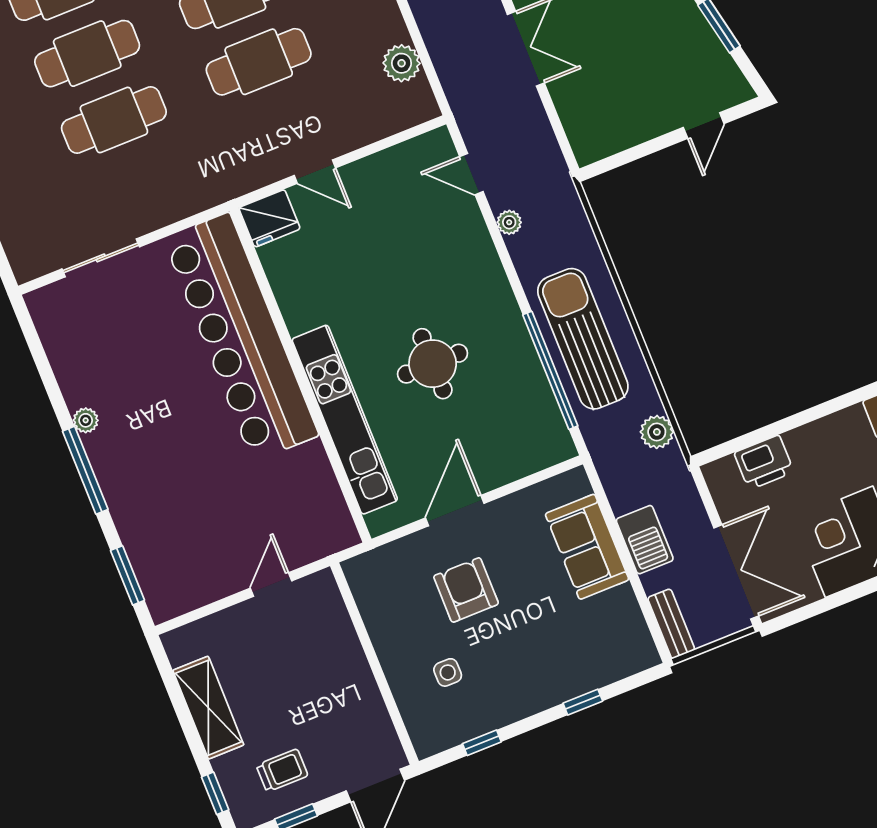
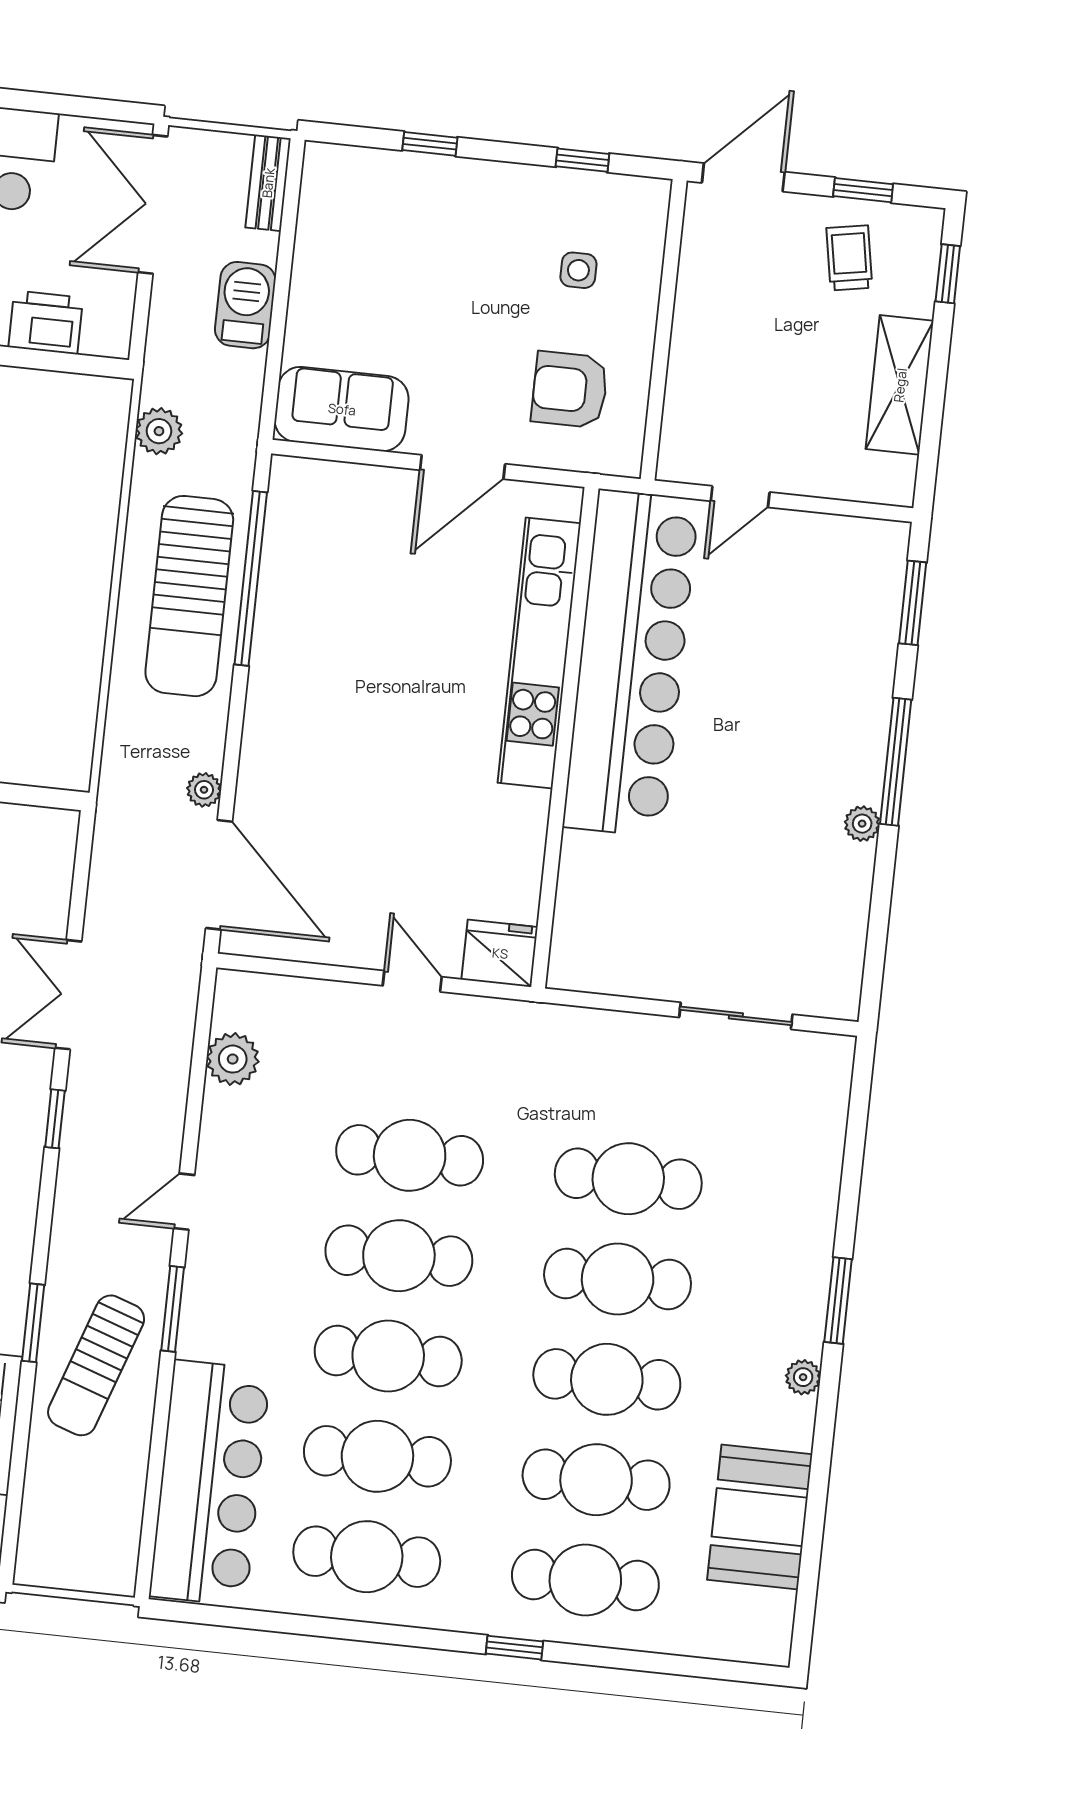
door: (471, 174) -> (219, 875), width x1.88
bar counter: (241, 337) -> (631, 663), moved
round table: (433, 364) -> (393, 665), removed
sofa: (587, 547) -> (342, 409), moved, turned -90
armchair: (466, 590) -> (570, 390), moved, turned 90
trolley: (282, 770) -> (849, 258), turned 80

